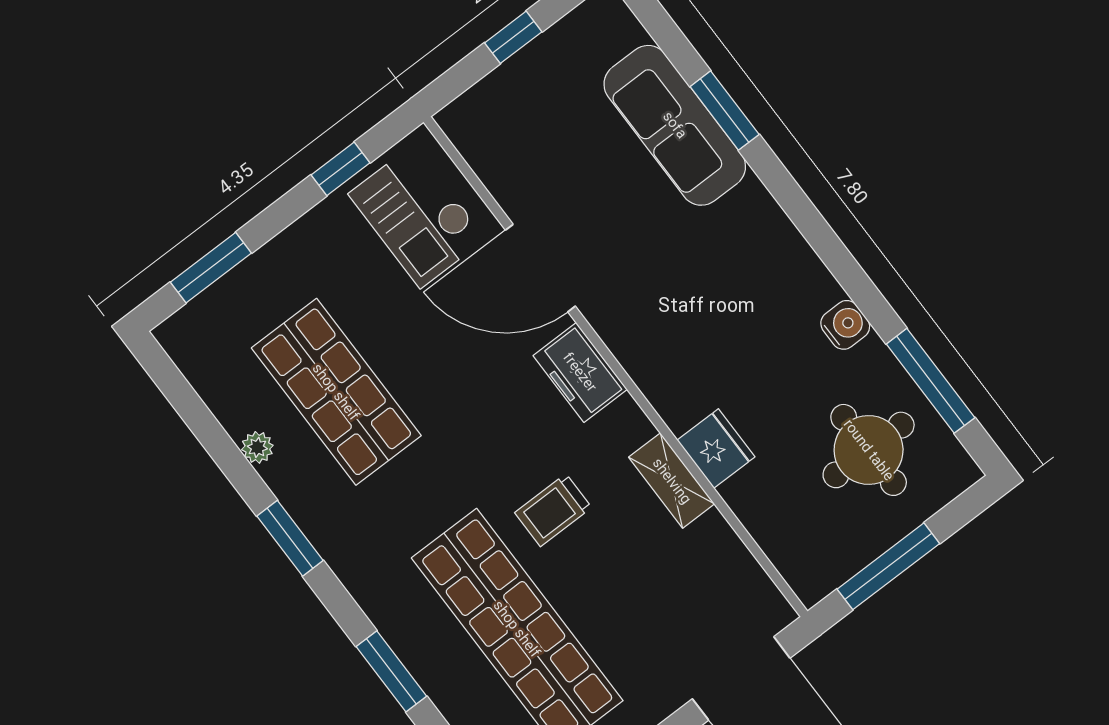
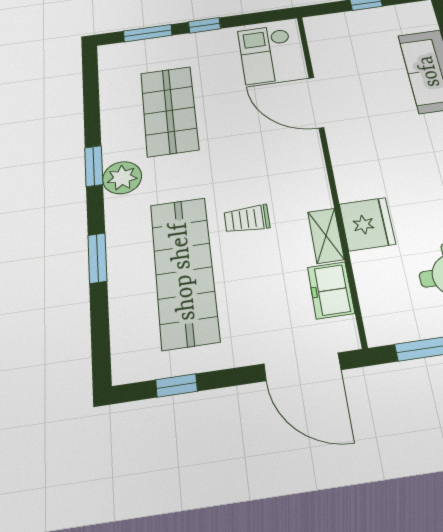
window: (340, 169) -> (204, 25), moved
freezer: (580, 372) -> (331, 290), moved
plant: (257, 447) -> (122, 178), moved, width x1.87, depth x1.87
fridge: (716, 448) -> (367, 224), width x1.36, depth x1.34

